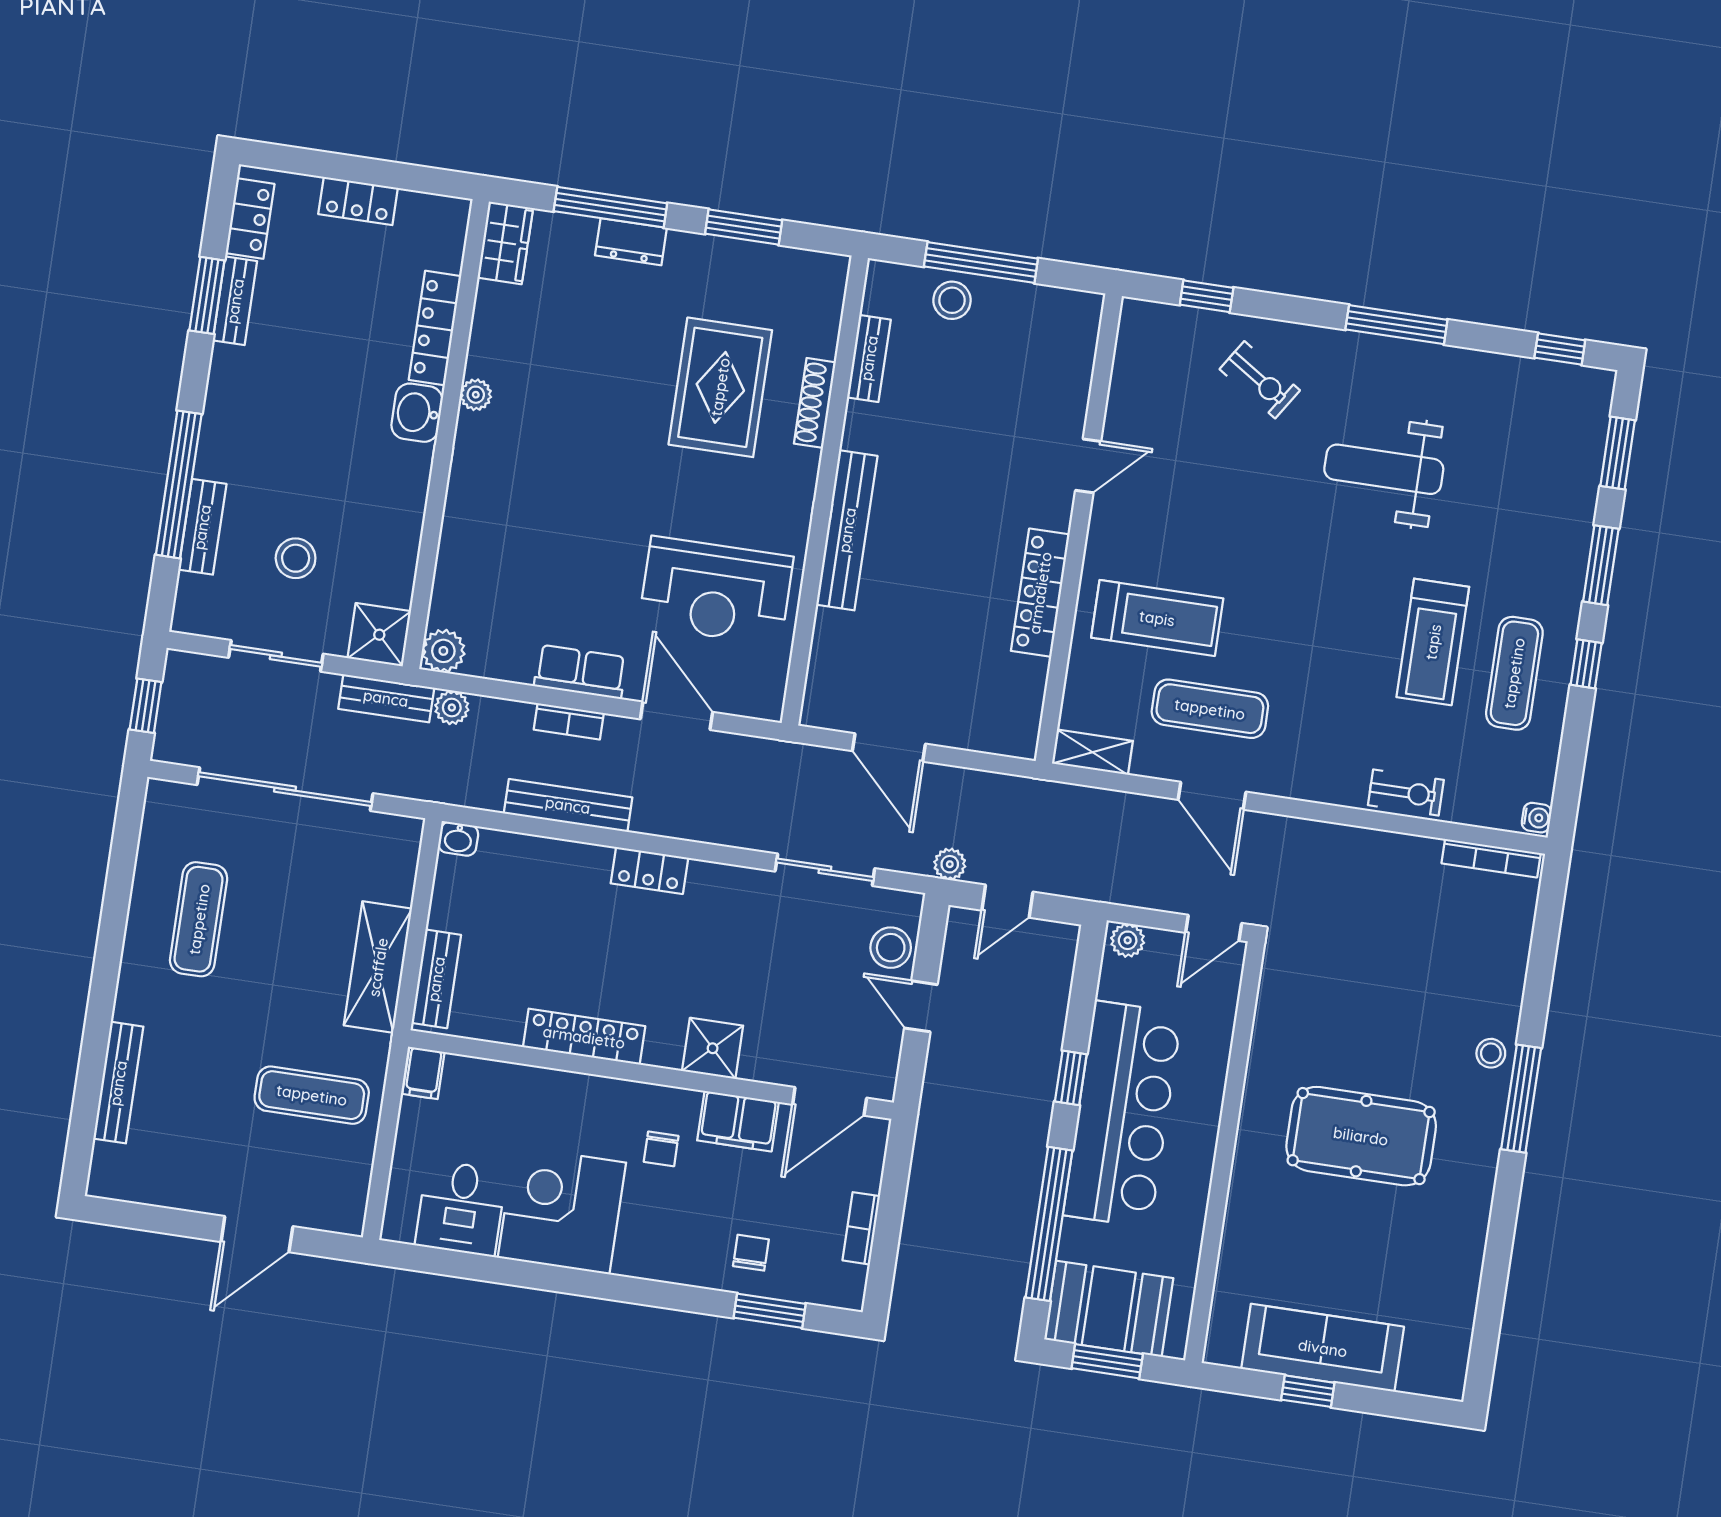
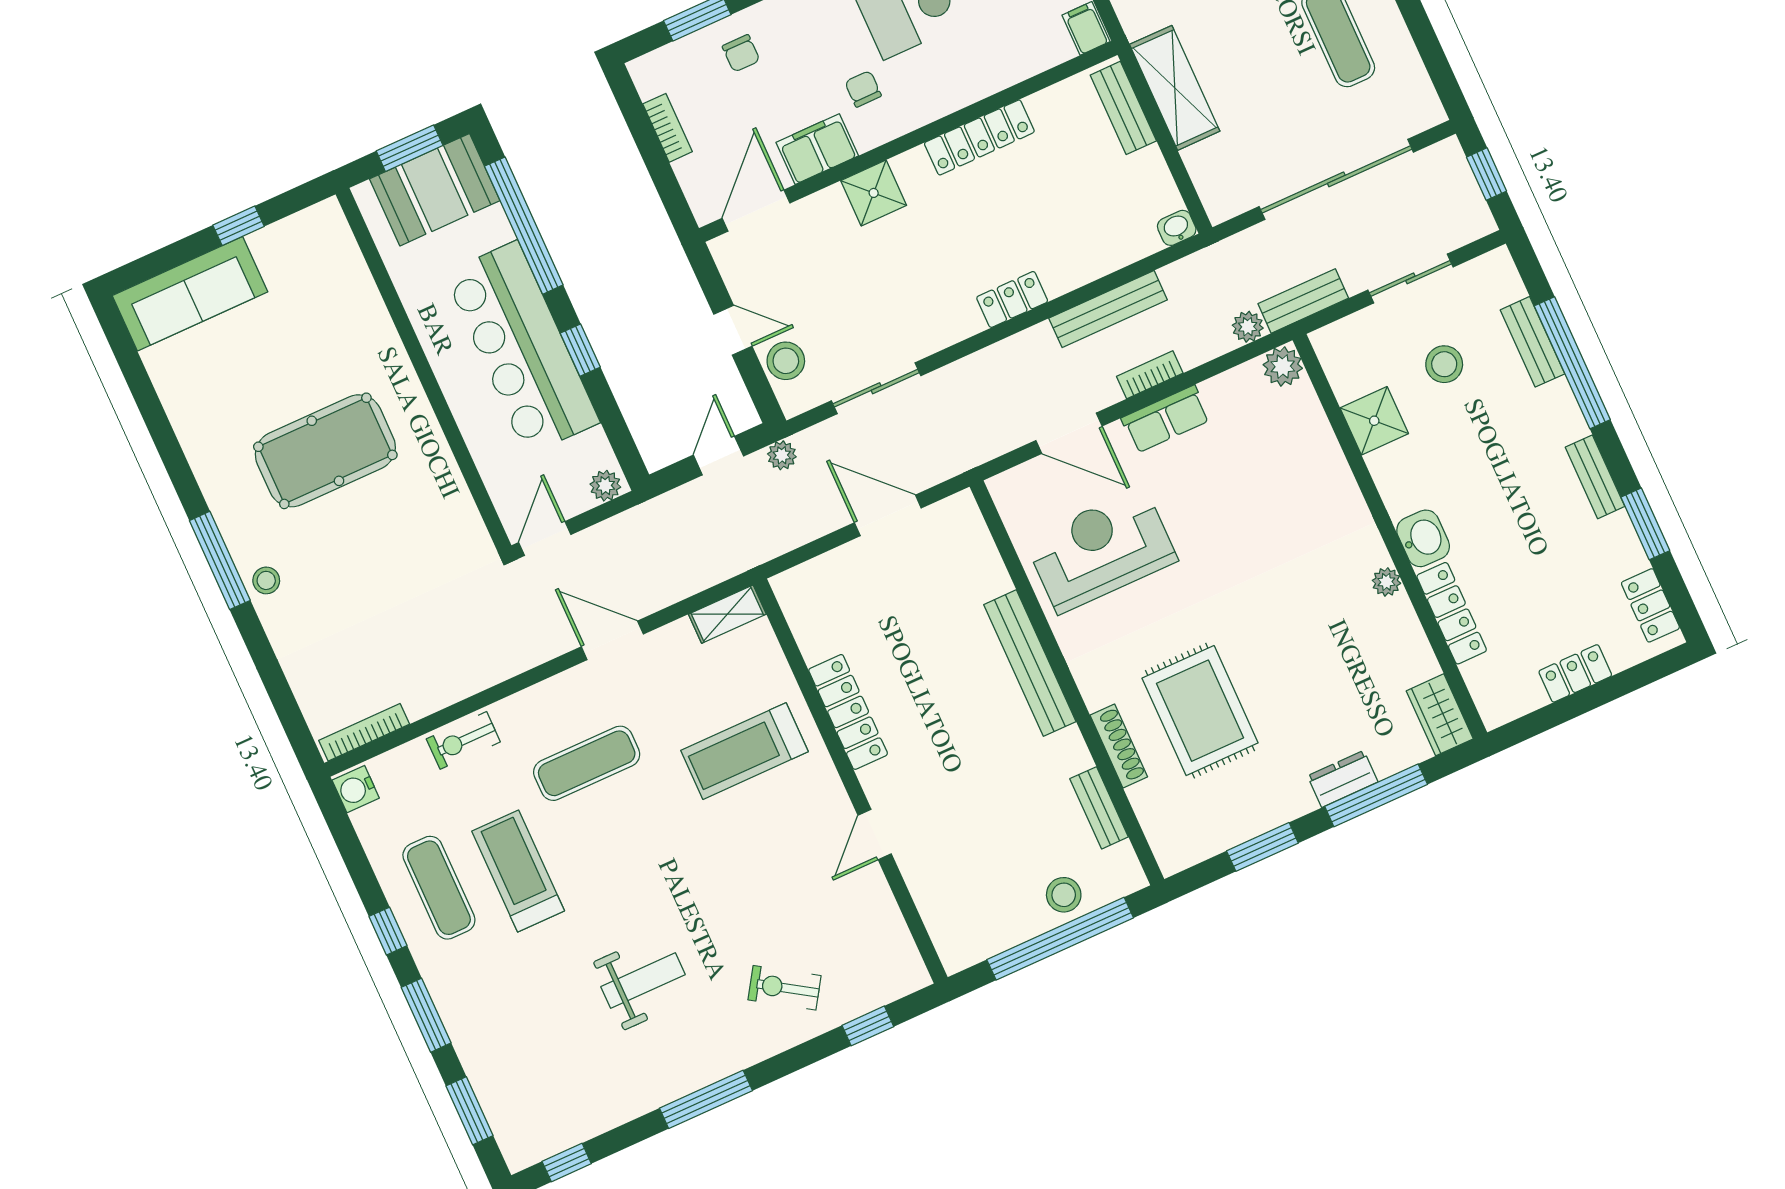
window: (981, 263) -> (1060, 939), width x1.46
bench: (235, 301) -> (1595, 477), moved
weight bench: (1384, 469) -> (643, 981), width x0.73, depth x0.75
shower: (379, 635) -> (1374, 421), moved
exercise mat: (1210, 709) -> (587, 763), moved
water cooler: (1537, 818) -> (356, 789), width x1.38, depth x1.38
sofa: (1323, 1348) -> (190, 294), moved

